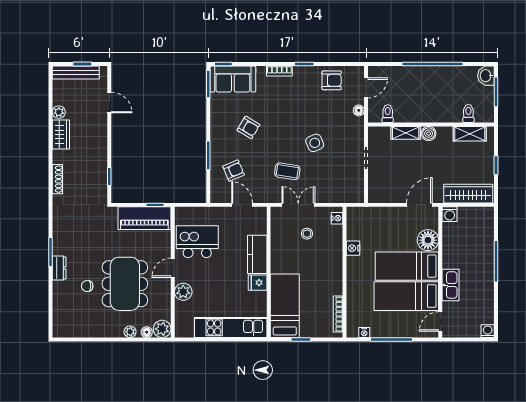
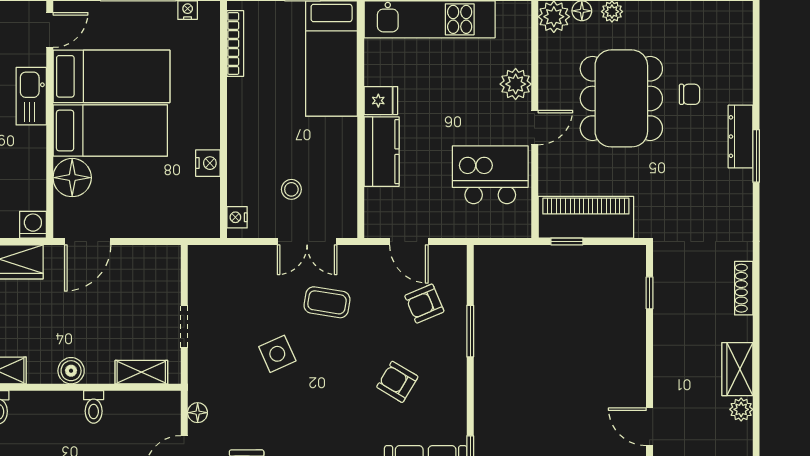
toilet: (388, 114) -> (94, 407), moved
shelving: (406, 133) -> (141, 372), moved
kitchen island: (197, 242) -> (490, 175), turned 180
dresser: (59, 268) -> (740, 137), width x1.44

